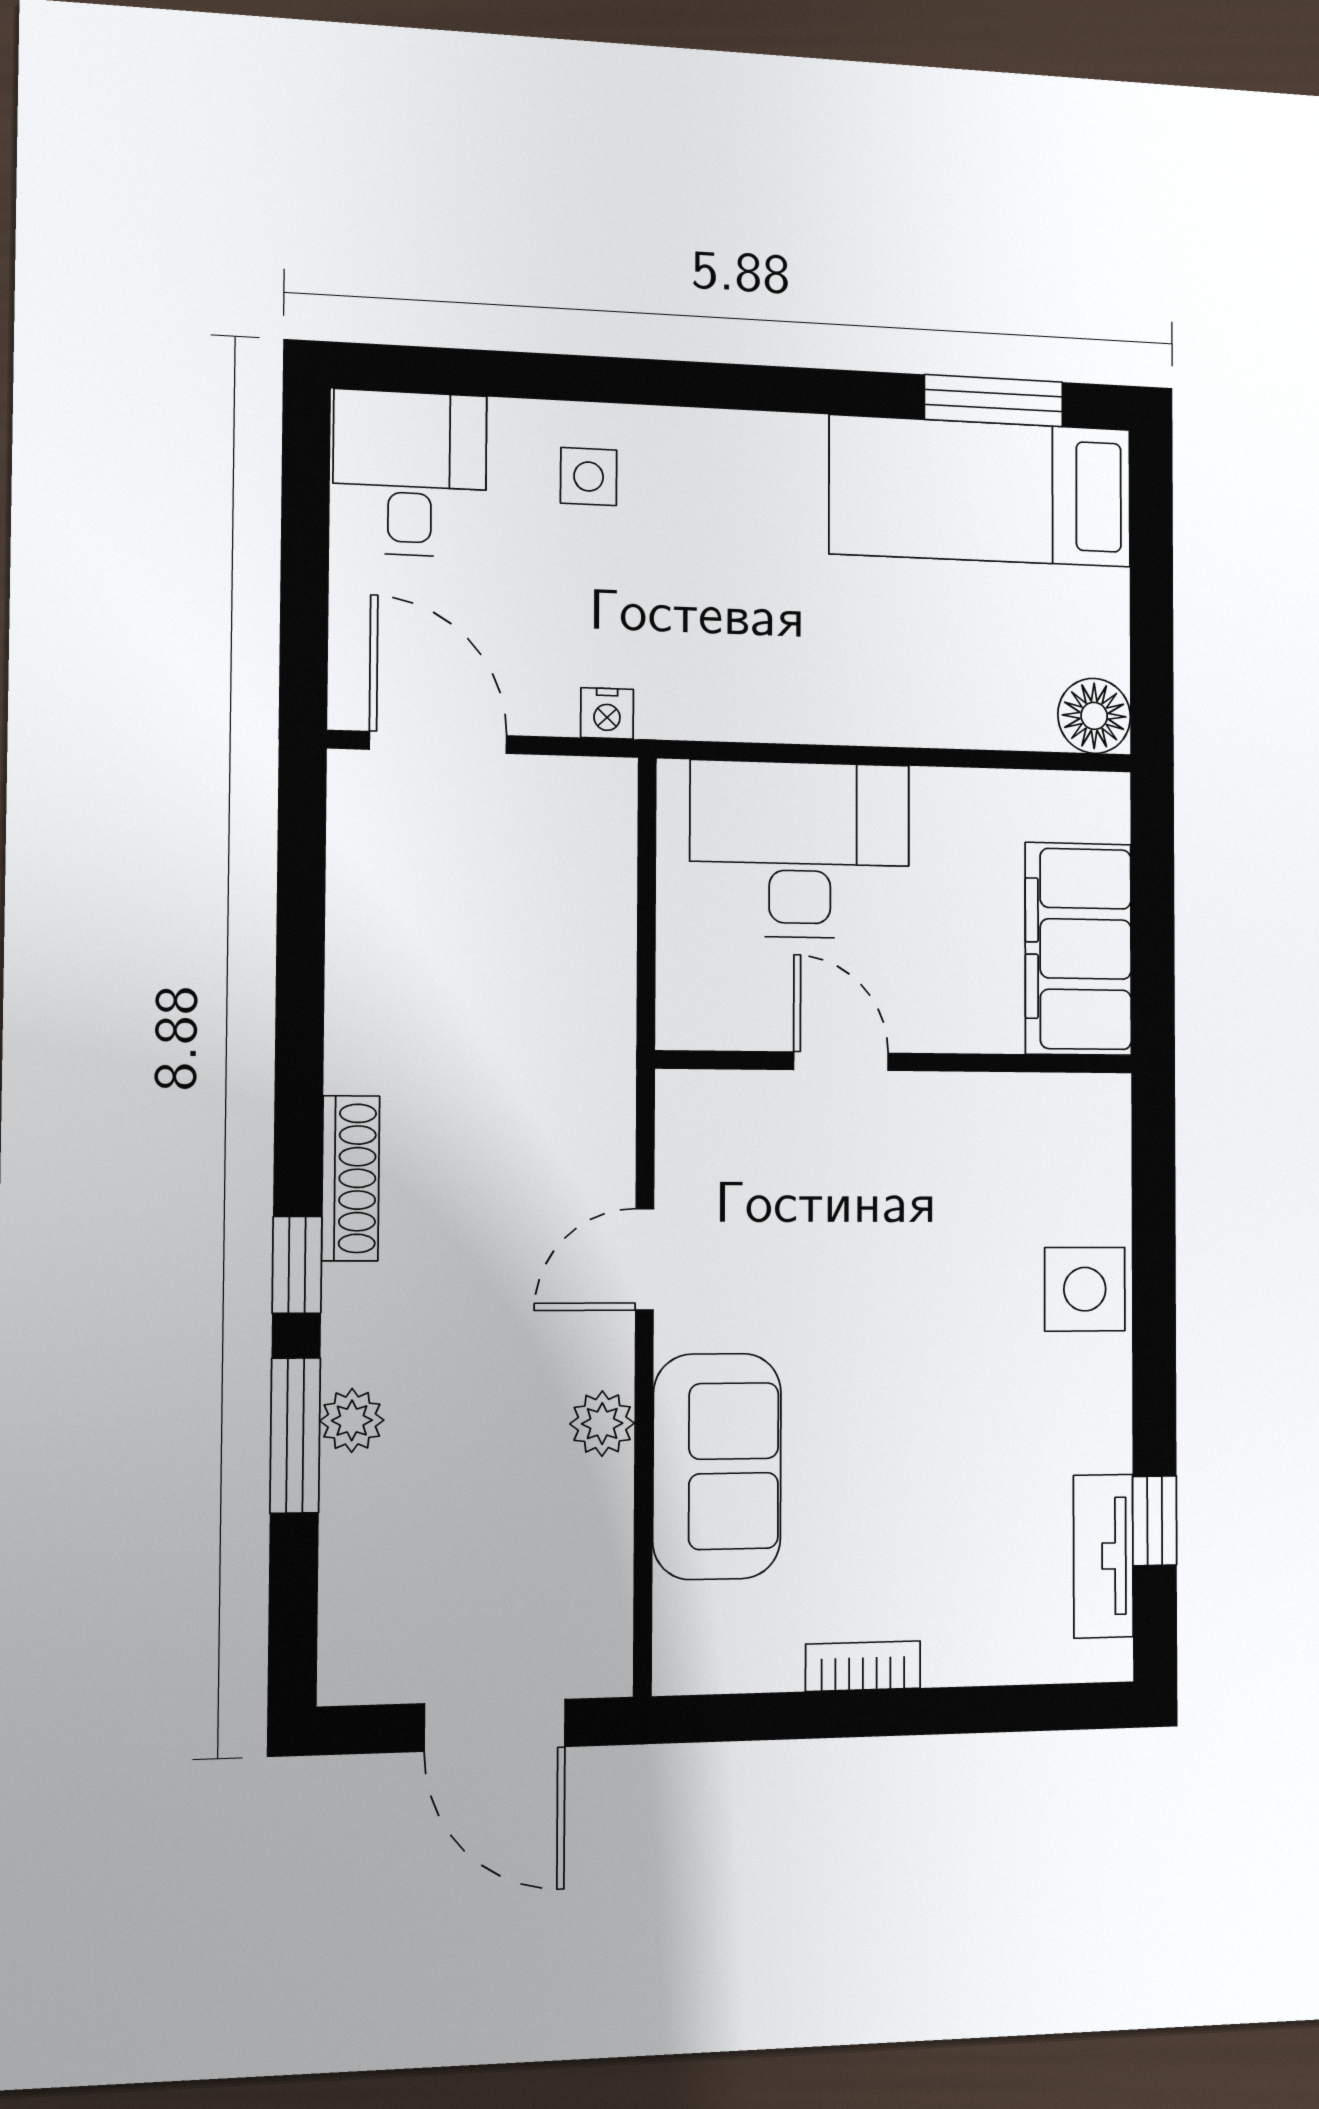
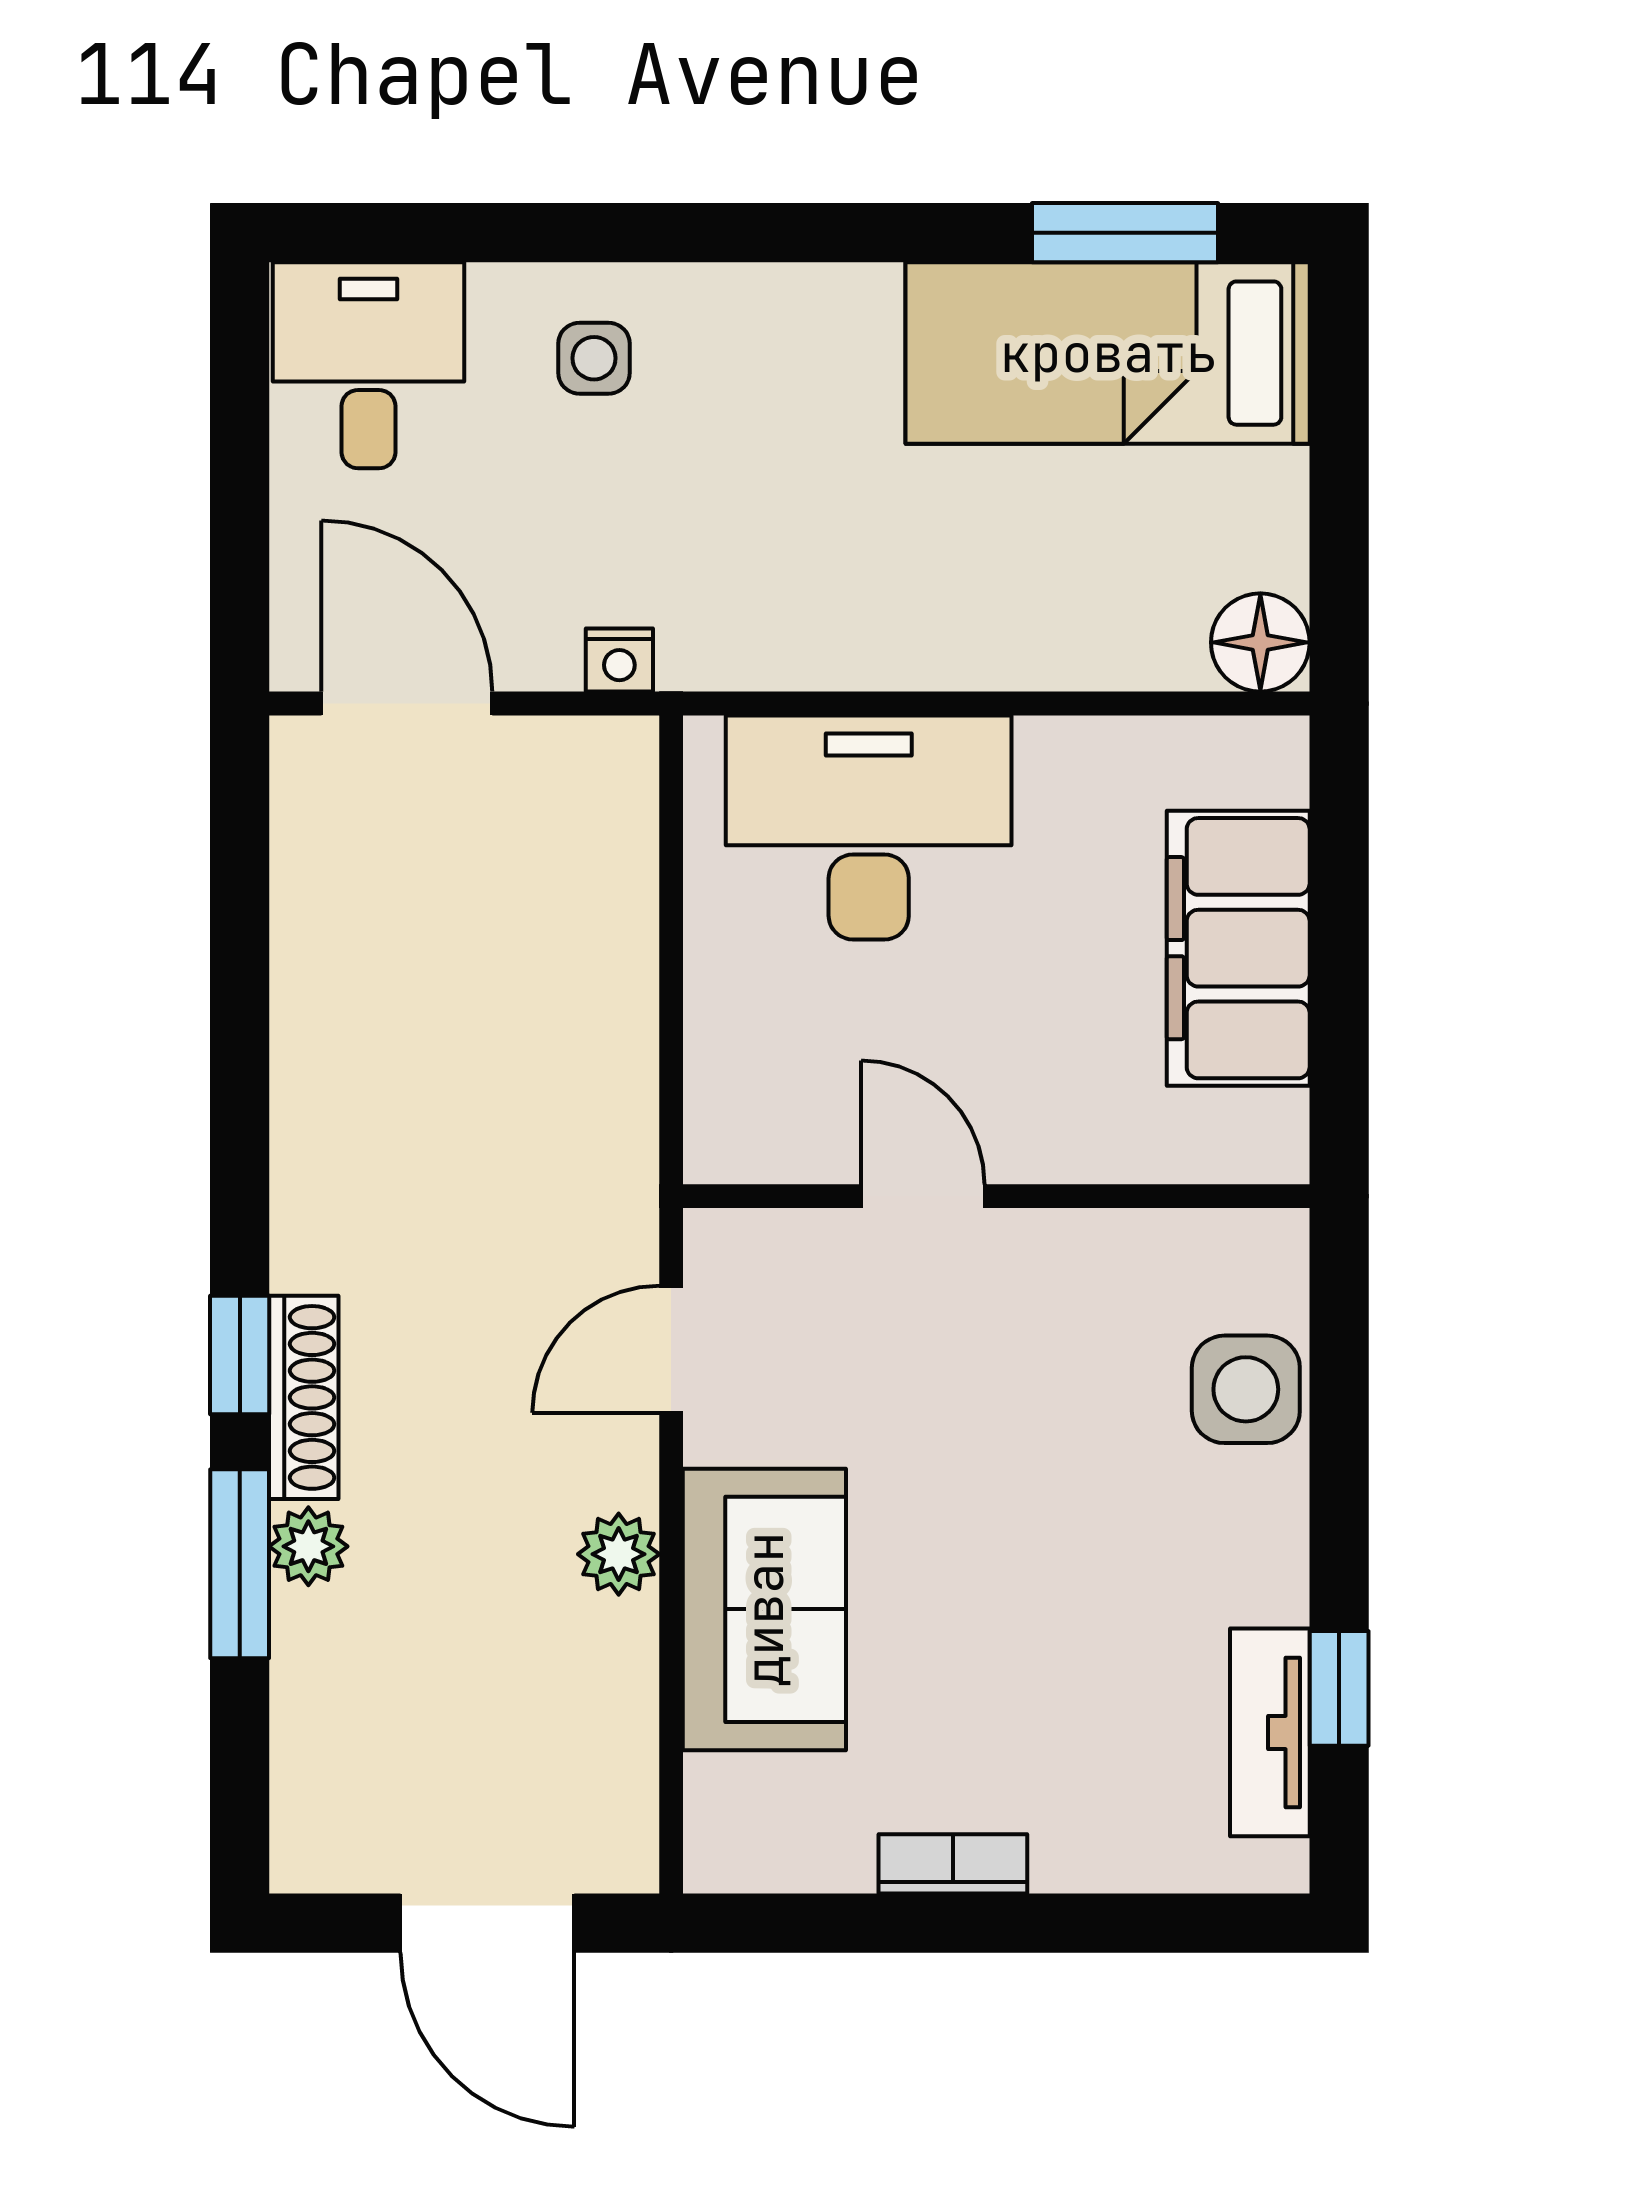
door: (841, 1061) -> (923, 1196), moved
wall: (897, 1062) -> (996, 1196), moved
shoe rack: (351, 1178) -> (304, 1397), moved

